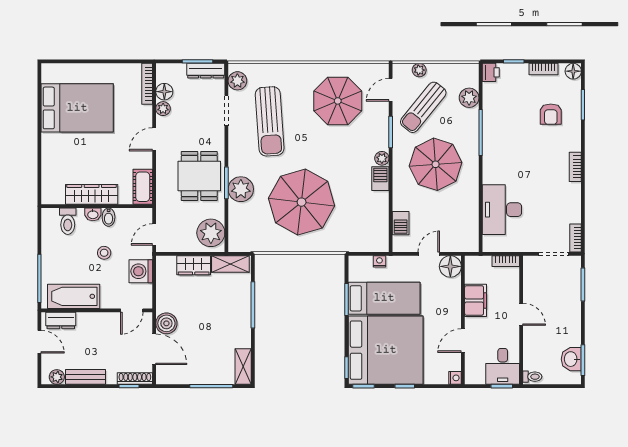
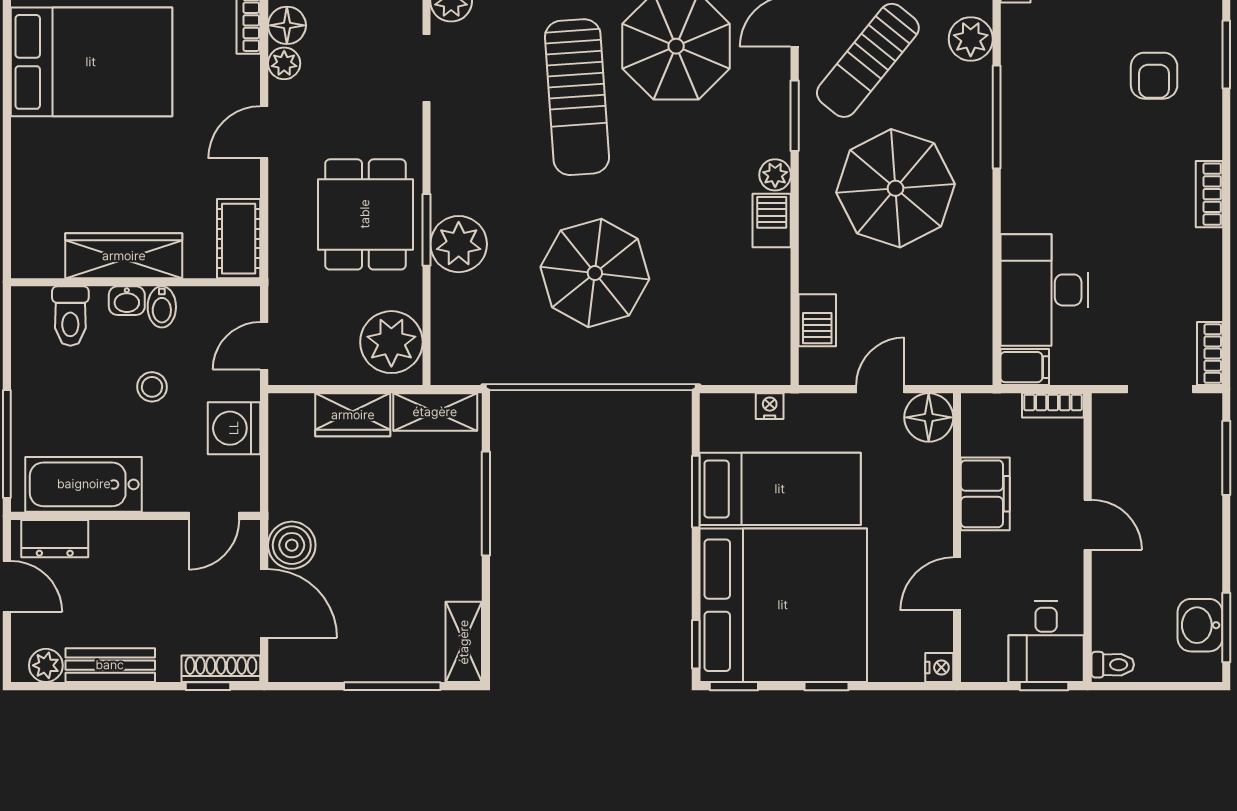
sun lounger: (270, 121) -> (577, 97), moved
parasol: (302, 202) -> (595, 273), width x0.73, depth x0.73
filing cabinet: (493, 244) -> (1025, 367), added

